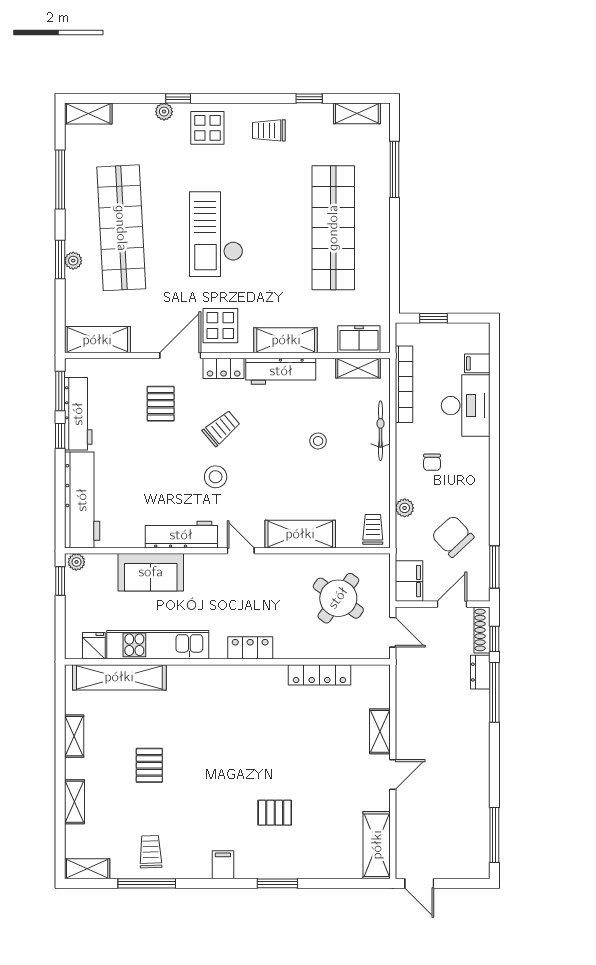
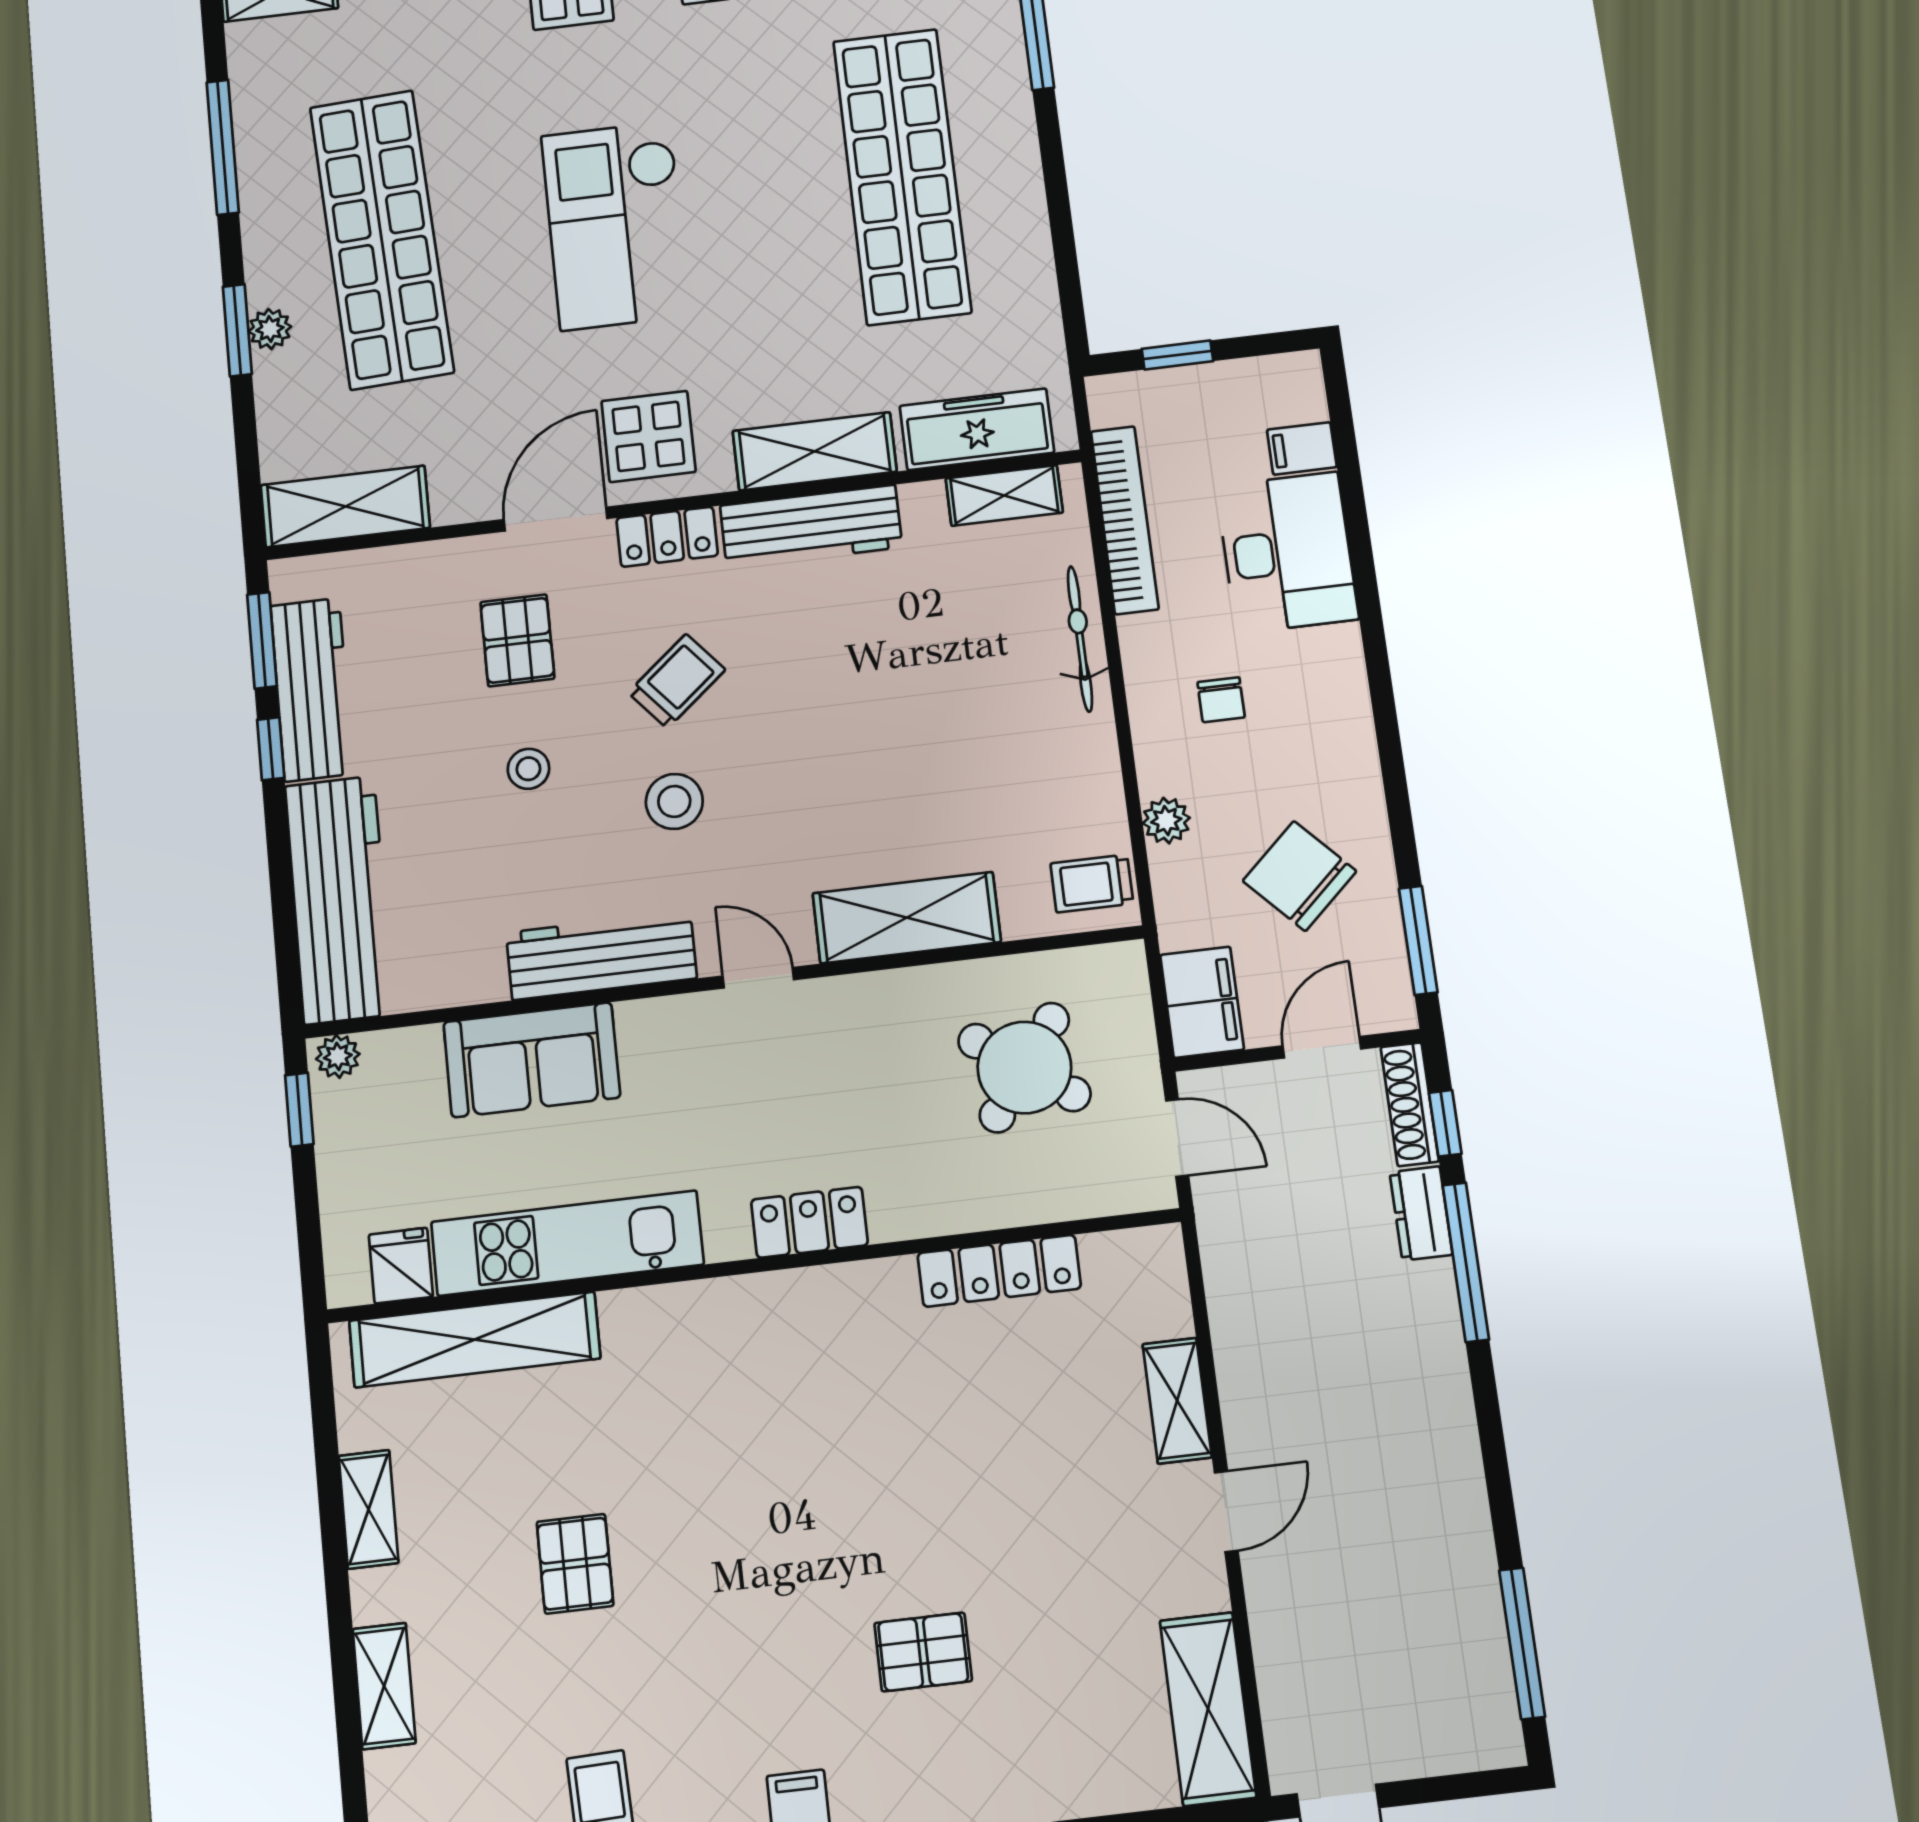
freezer: (359, 339) -> (977, 429), width x1.40
stool: (318, 441) -> (528, 769), moved
trolley: (373, 529) -> (1092, 883), turned -90

